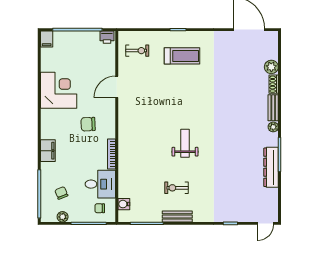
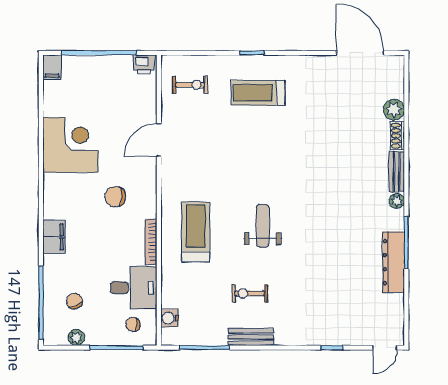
treadmill: (182, 56) -> (258, 93), turned 180
treadmill: (141, 147) -> (196, 232), added

